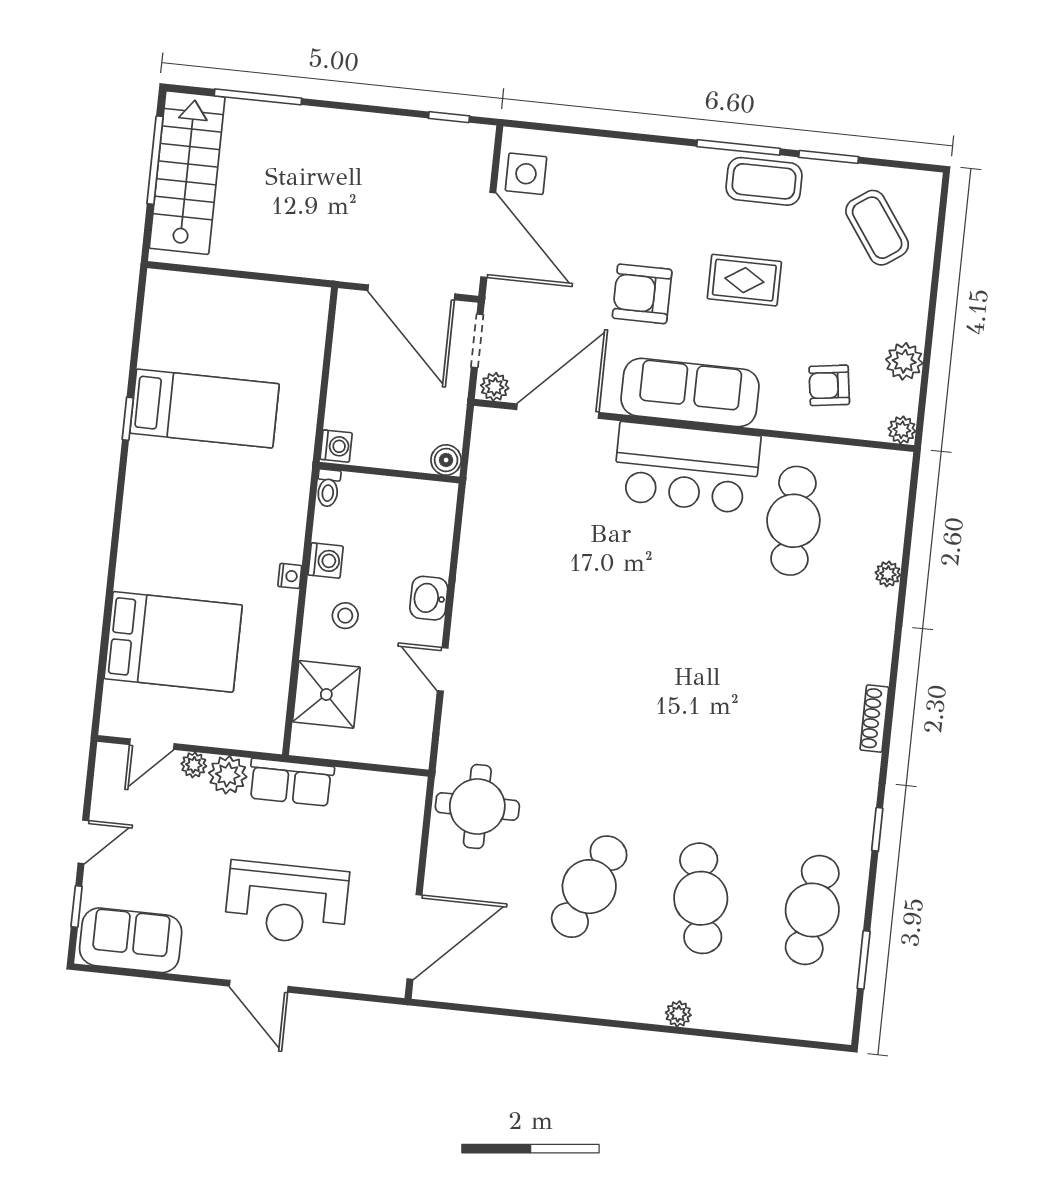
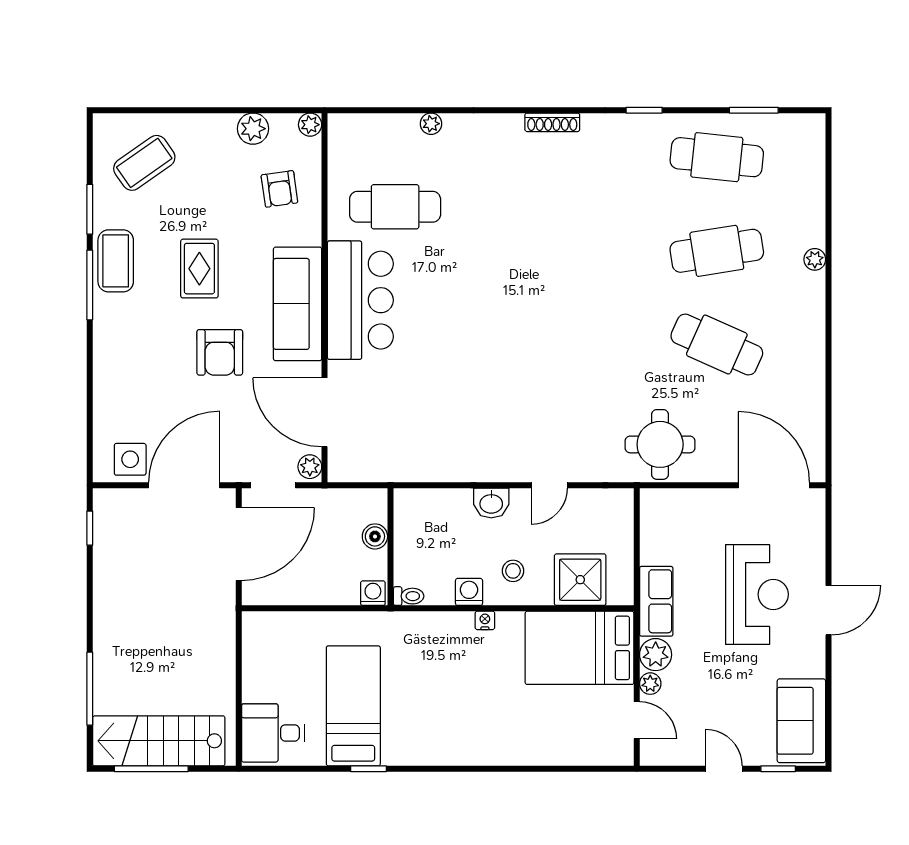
desk: (182, 310) -> (273, 733), added
boiler: (446, 460) -> (375, 536), moved
bed: (173, 642) -> (579, 648), moved, turned -90

